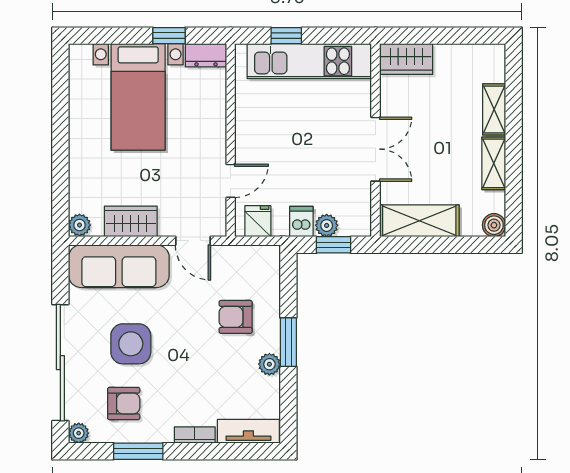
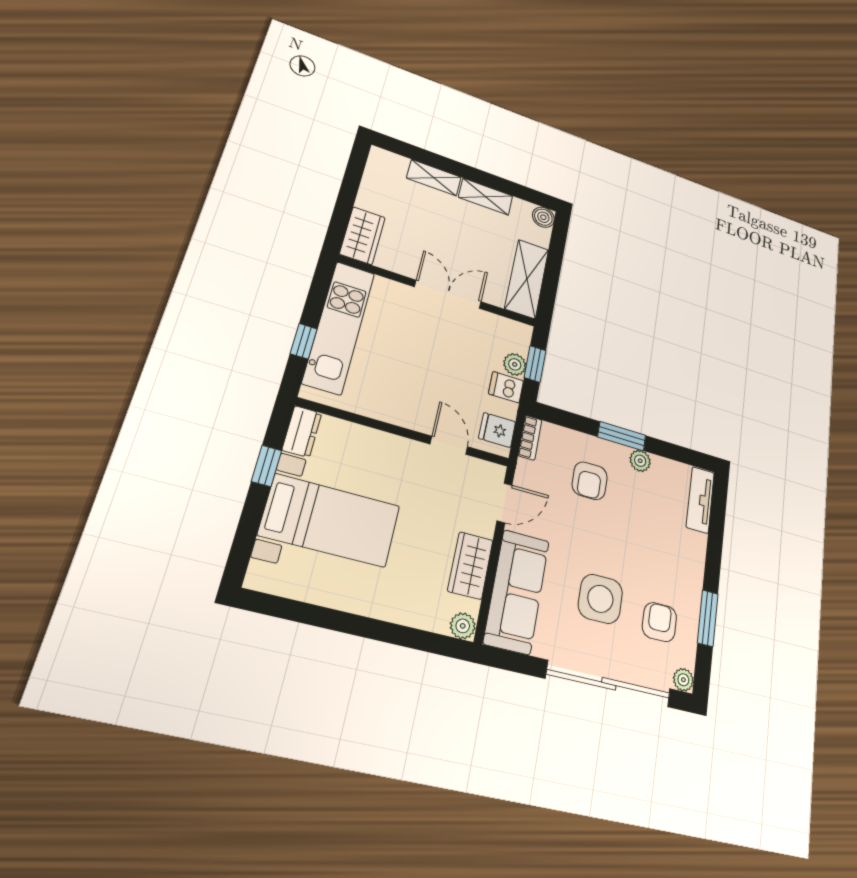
bookcase: (195, 435) -> (530, 438), moved, turned 180

